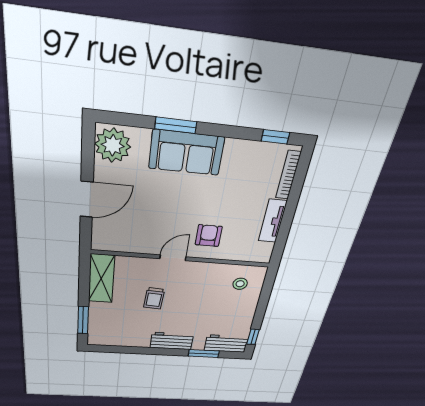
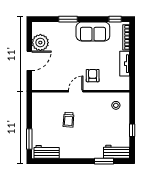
plant: (113, 145) -> (40, 43), moved
sofa: (186, 153) -> (93, 32), moved
shelving: (101, 279) -> (38, 108), removed
window: (253, 337) -> (132, 130), moved
workbench: (172, 341) -> (47, 152), moved

